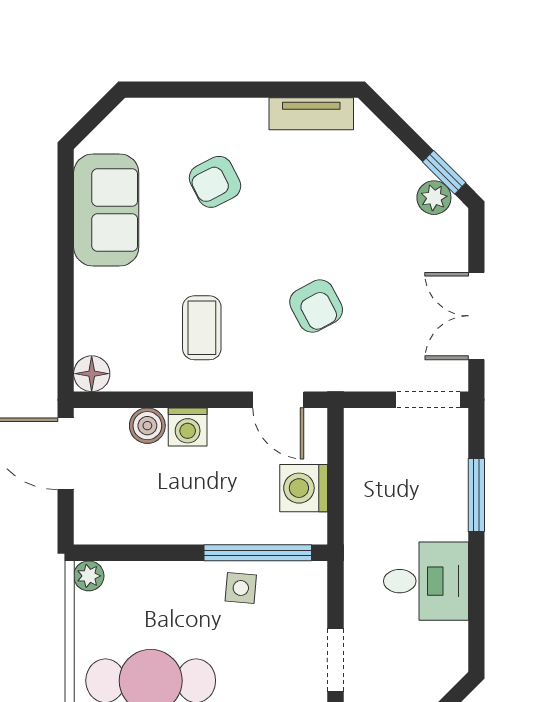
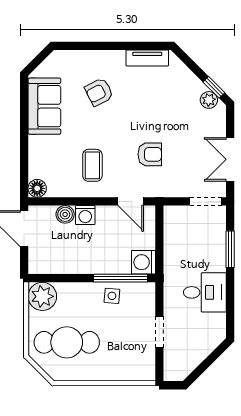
armchair: (316, 306) -> (150, 154), turned -62
washing machine: (304, 488) -> (144, 262), moved
plant: (89, 576) -> (42, 296), width x1.87, depth x1.87

